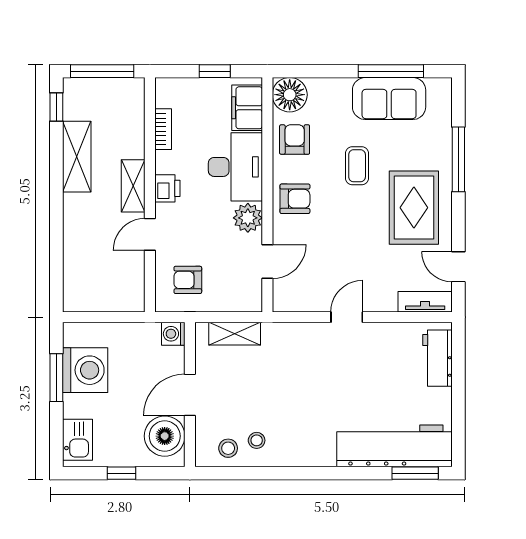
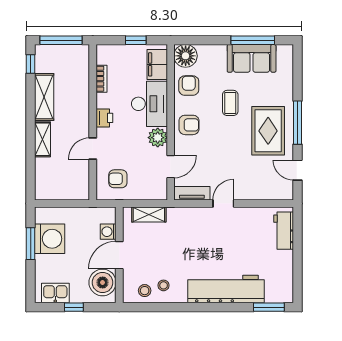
window: (458, 159) -> (298, 123), moved
shelving: (133, 186) -> (43, 139), moved
tv unit: (425, 302) -> (192, 193), moved
washing machine: (173, 334) -> (108, 232), moved
kitchen sink: (78, 440) -> (55, 293), moved, turned -90
workbench: (395, 446) -> (226, 289), moved

